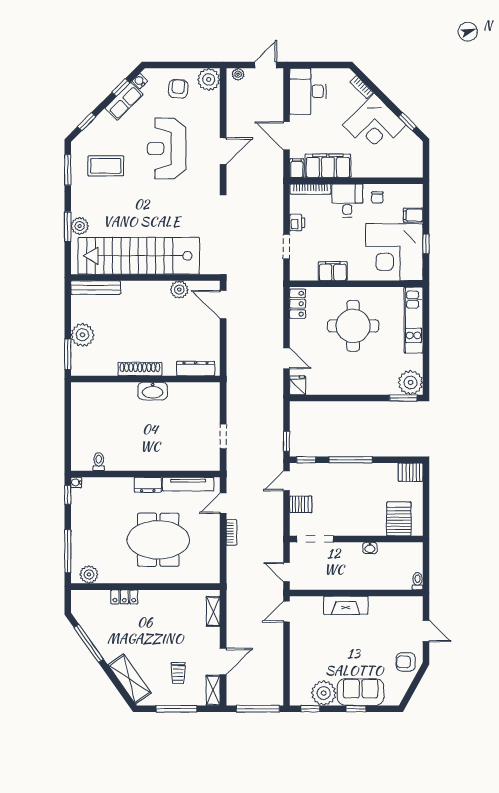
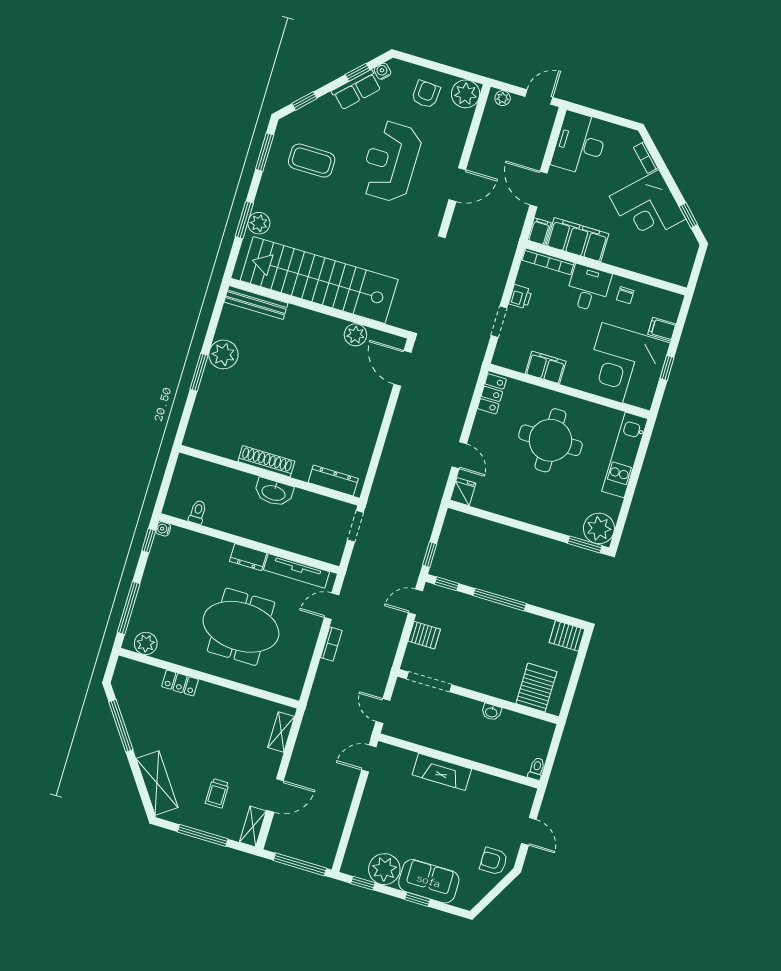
dresser: (196, 368) -> (333, 480), moved
shoe rack: (140, 369) -> (266, 461), moved
wall: (145, 379) -> (269, 475), moved
washbasin: (153, 391) -> (274, 492), moved

